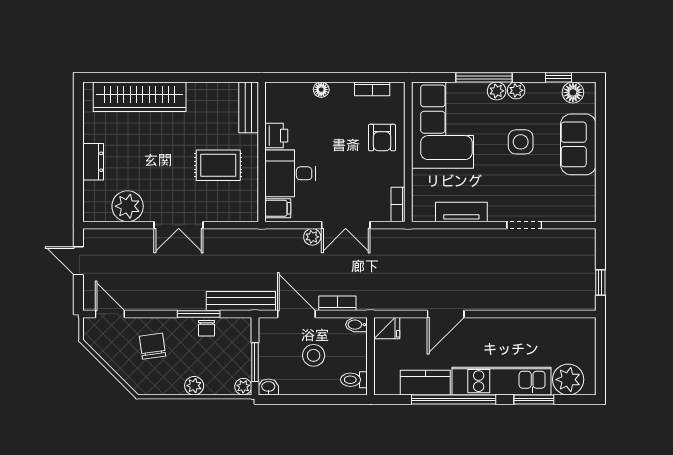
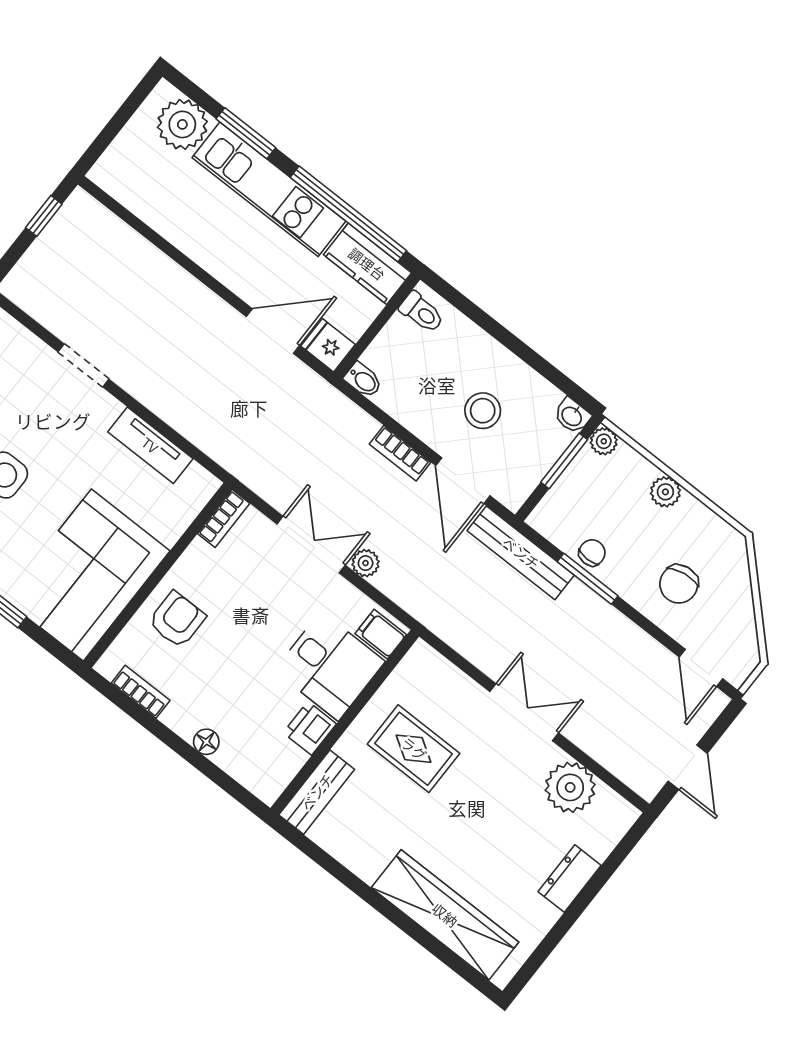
bidet: (356, 325) -> (363, 380), moved
fridge: (387, 328) -> (328, 345), moved
wall: (370, 356) -> (377, 326), moved
toilet: (354, 380) -> (422, 312), moved

